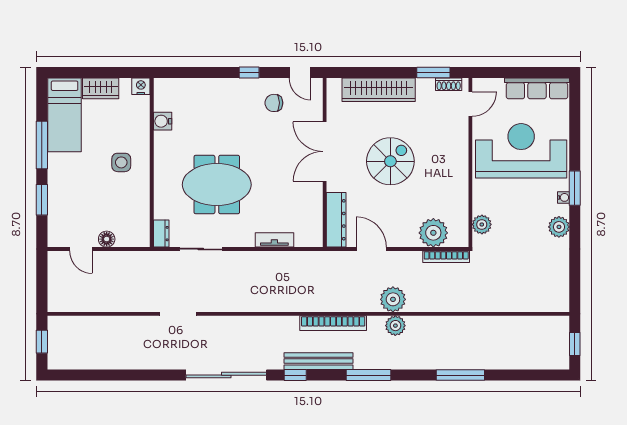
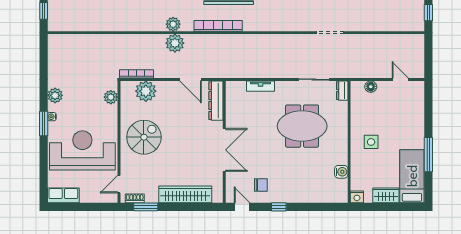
row of seats: (537, 88) -> (63, 195), width x0.68
reception desk: (521, 151) -> (82, 150), turned 180
spiral stairs: (390, 161) -> (144, 137), moved, turned 180
window: (42, 200) -> (428, 115), removed
floor lamp: (107, 239) -> (371, 87), moved

